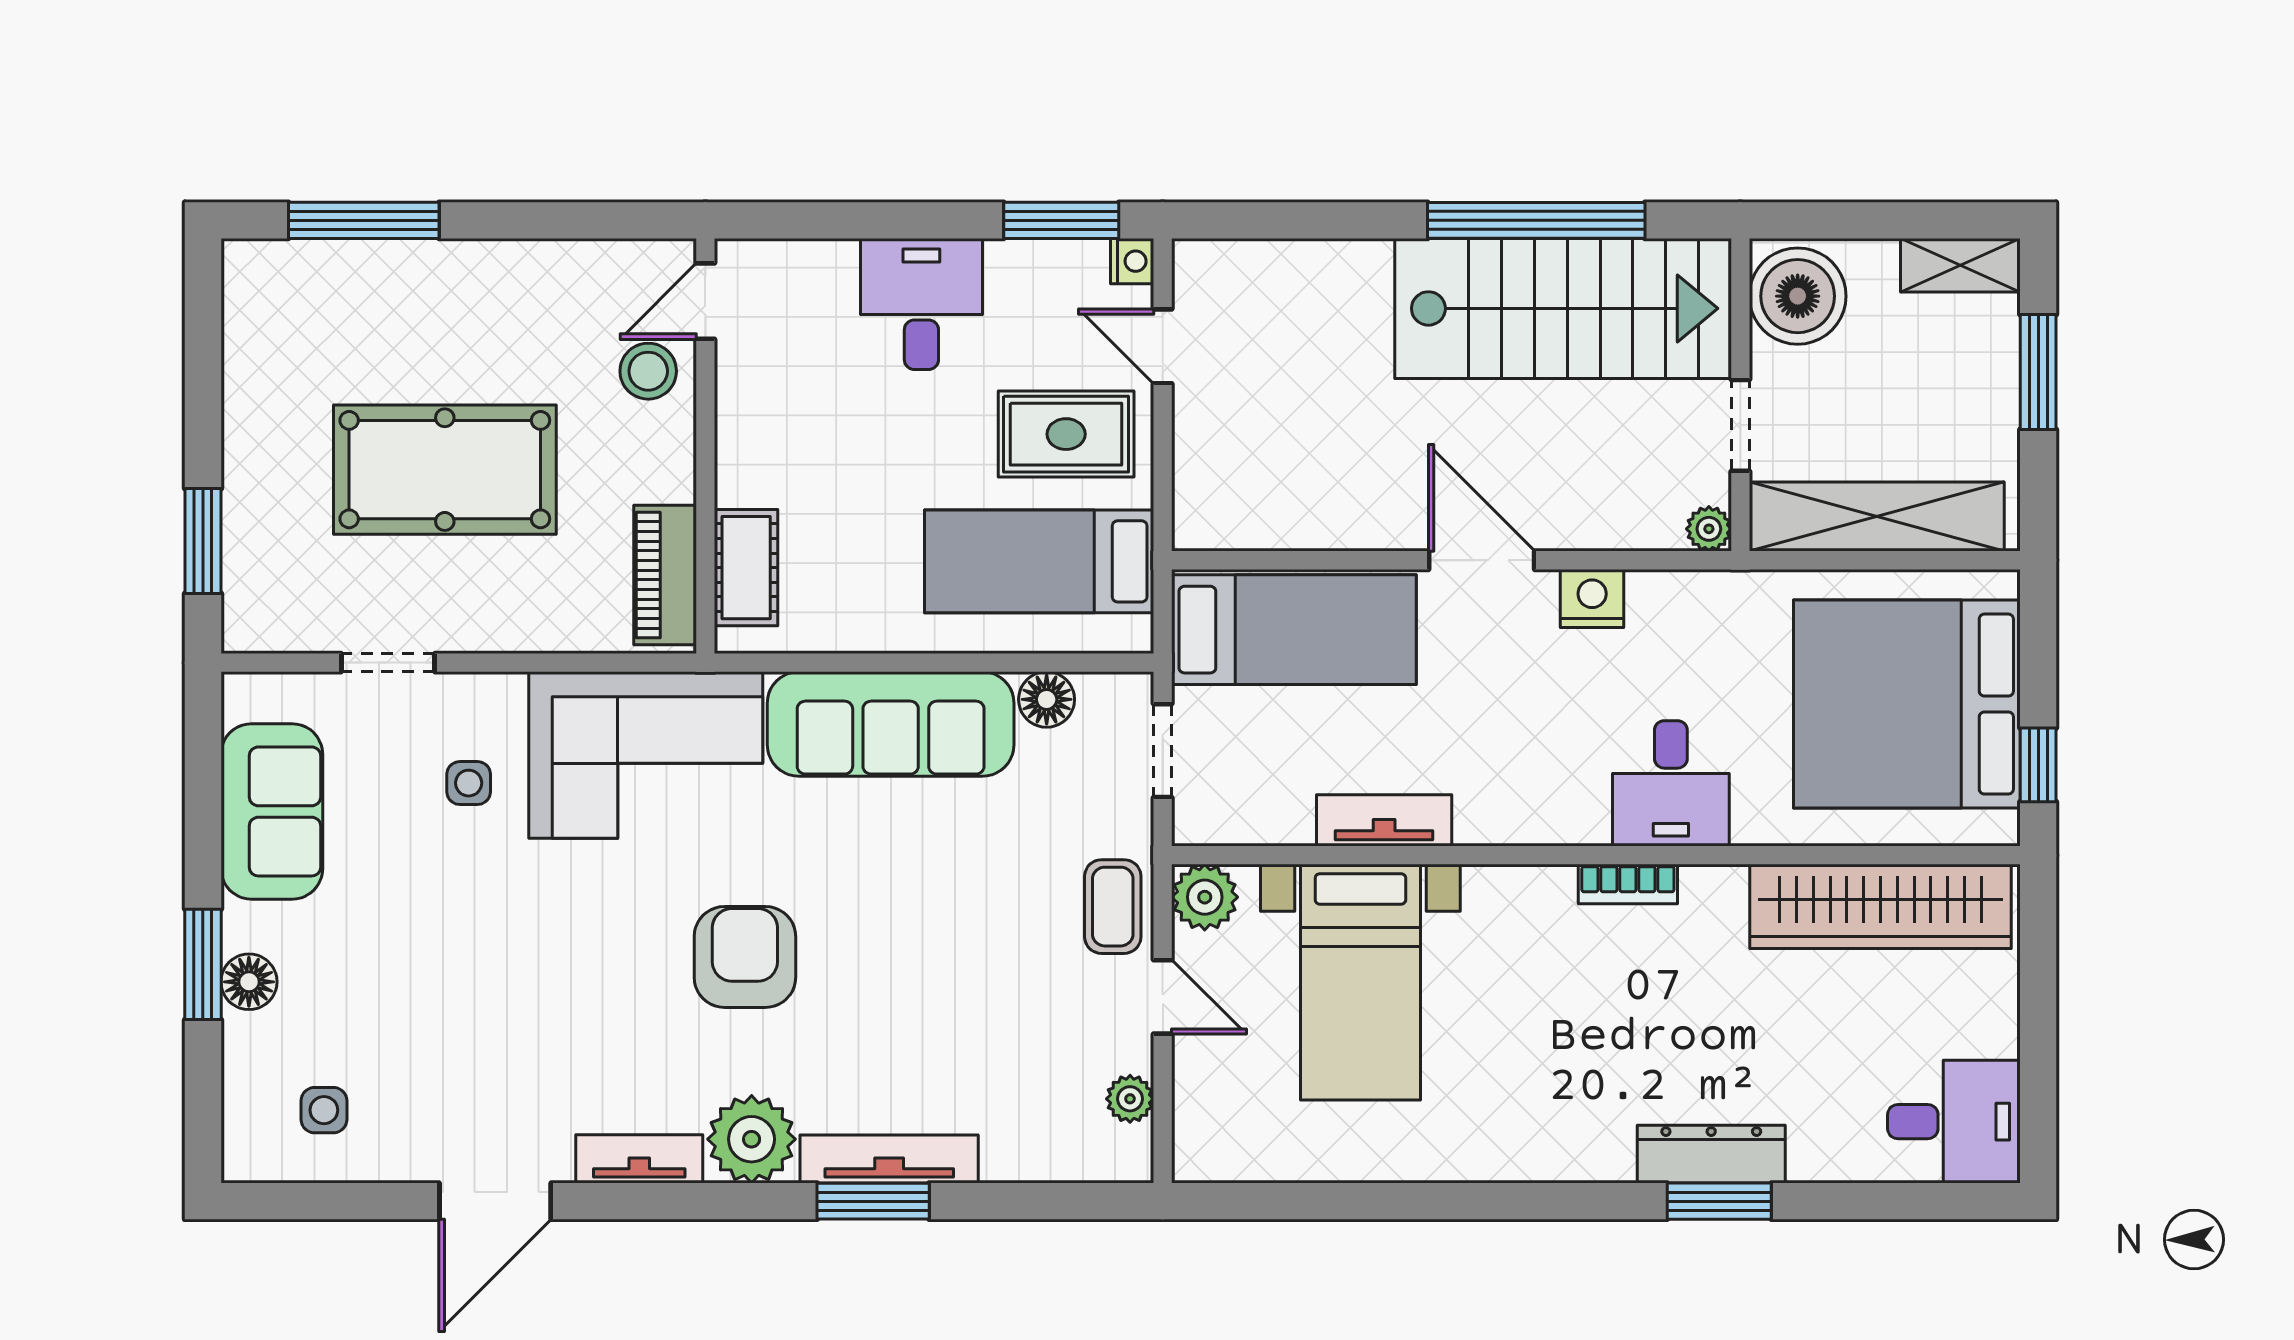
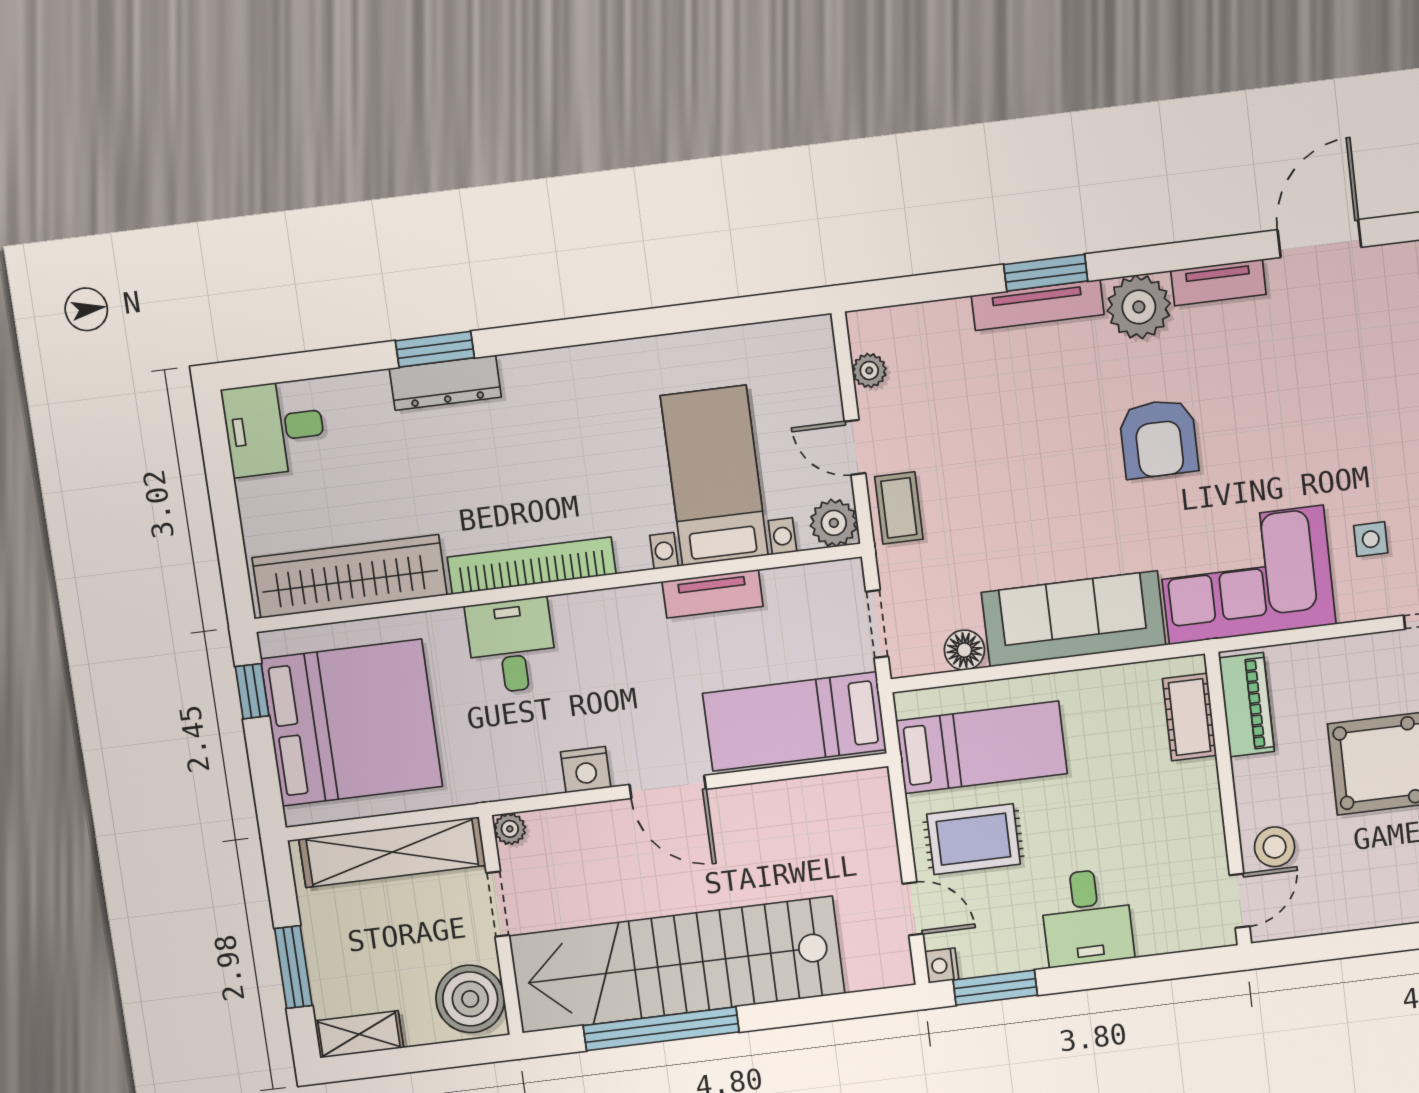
stairs: (1563, 308) -> (677, 965), width x1.36
bookcase: (1628, 884) -> (532, 566), width x2.31, depth x1.31

